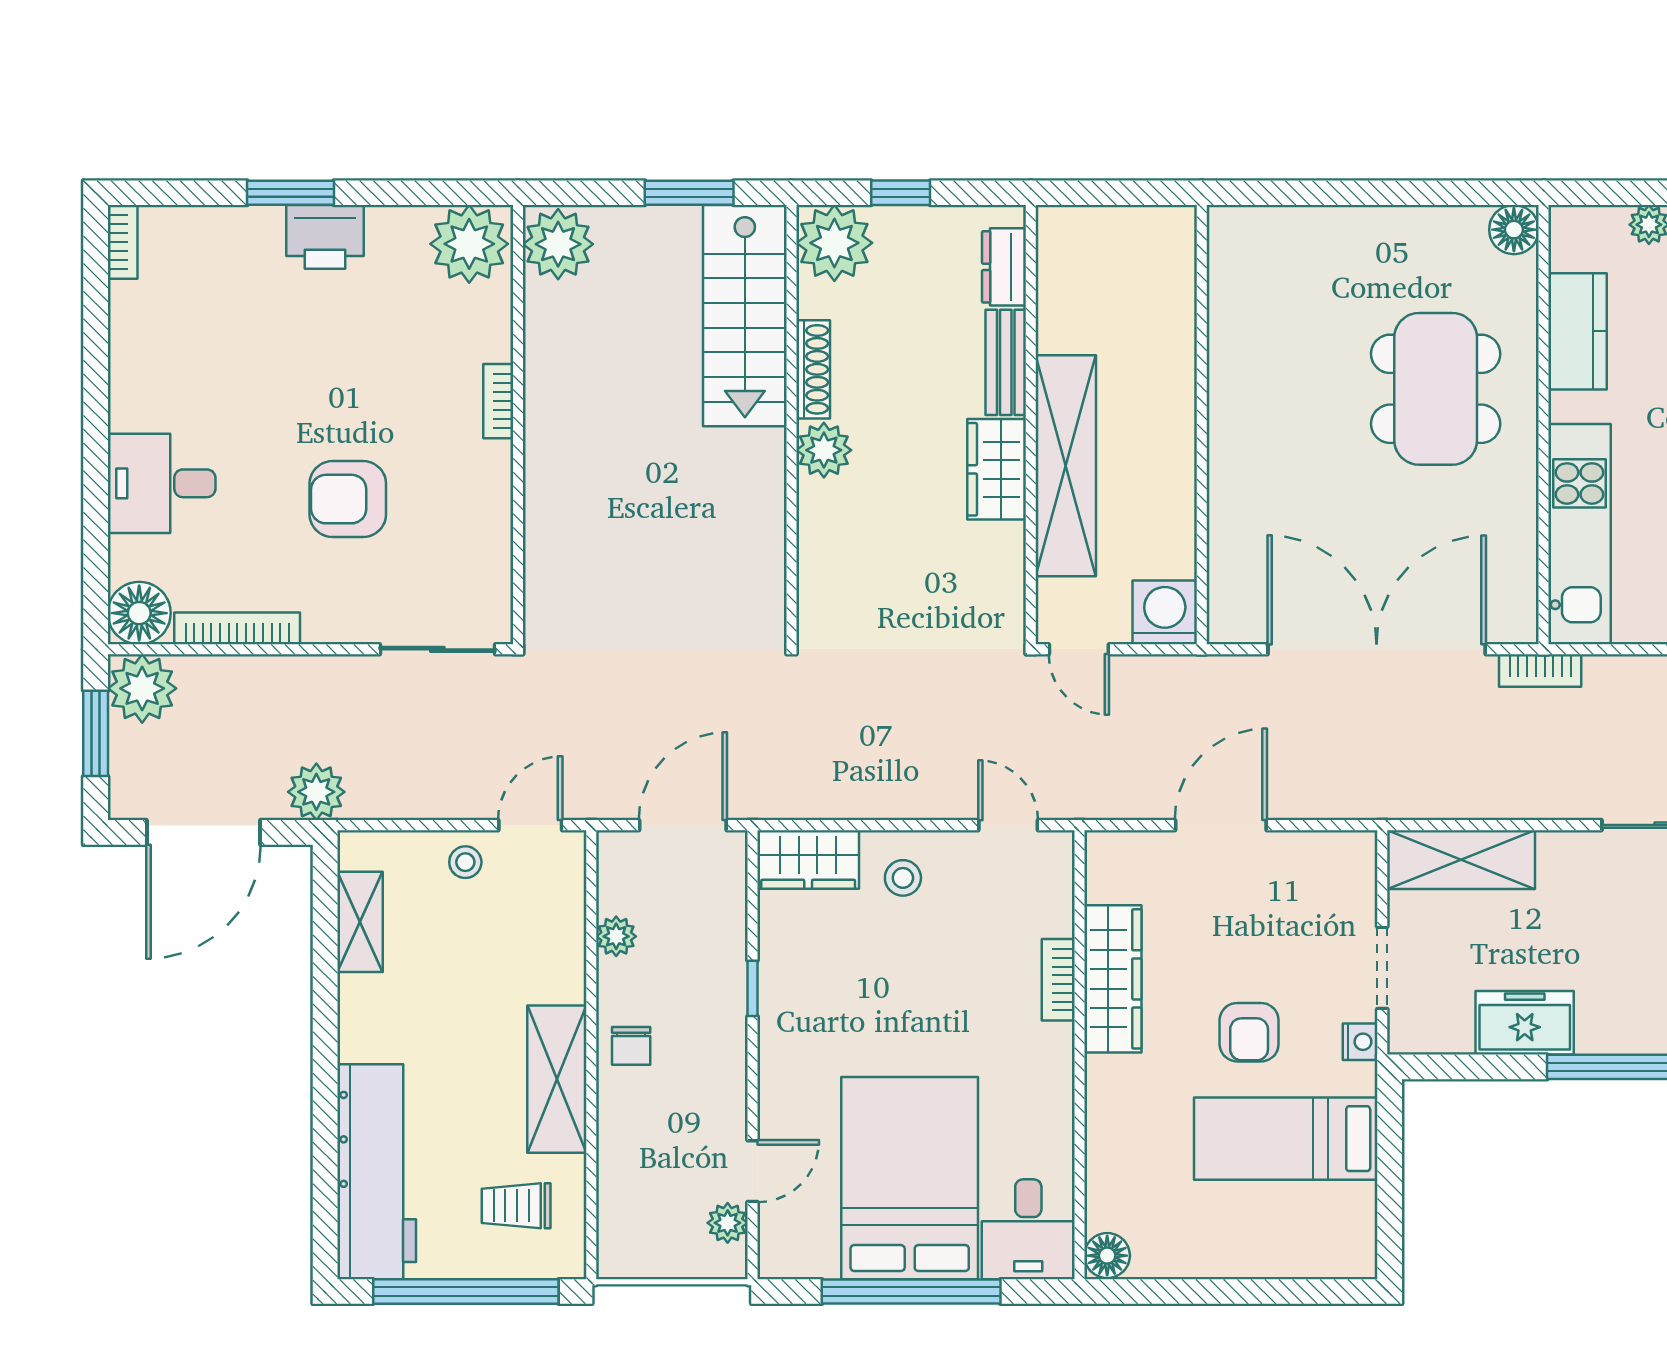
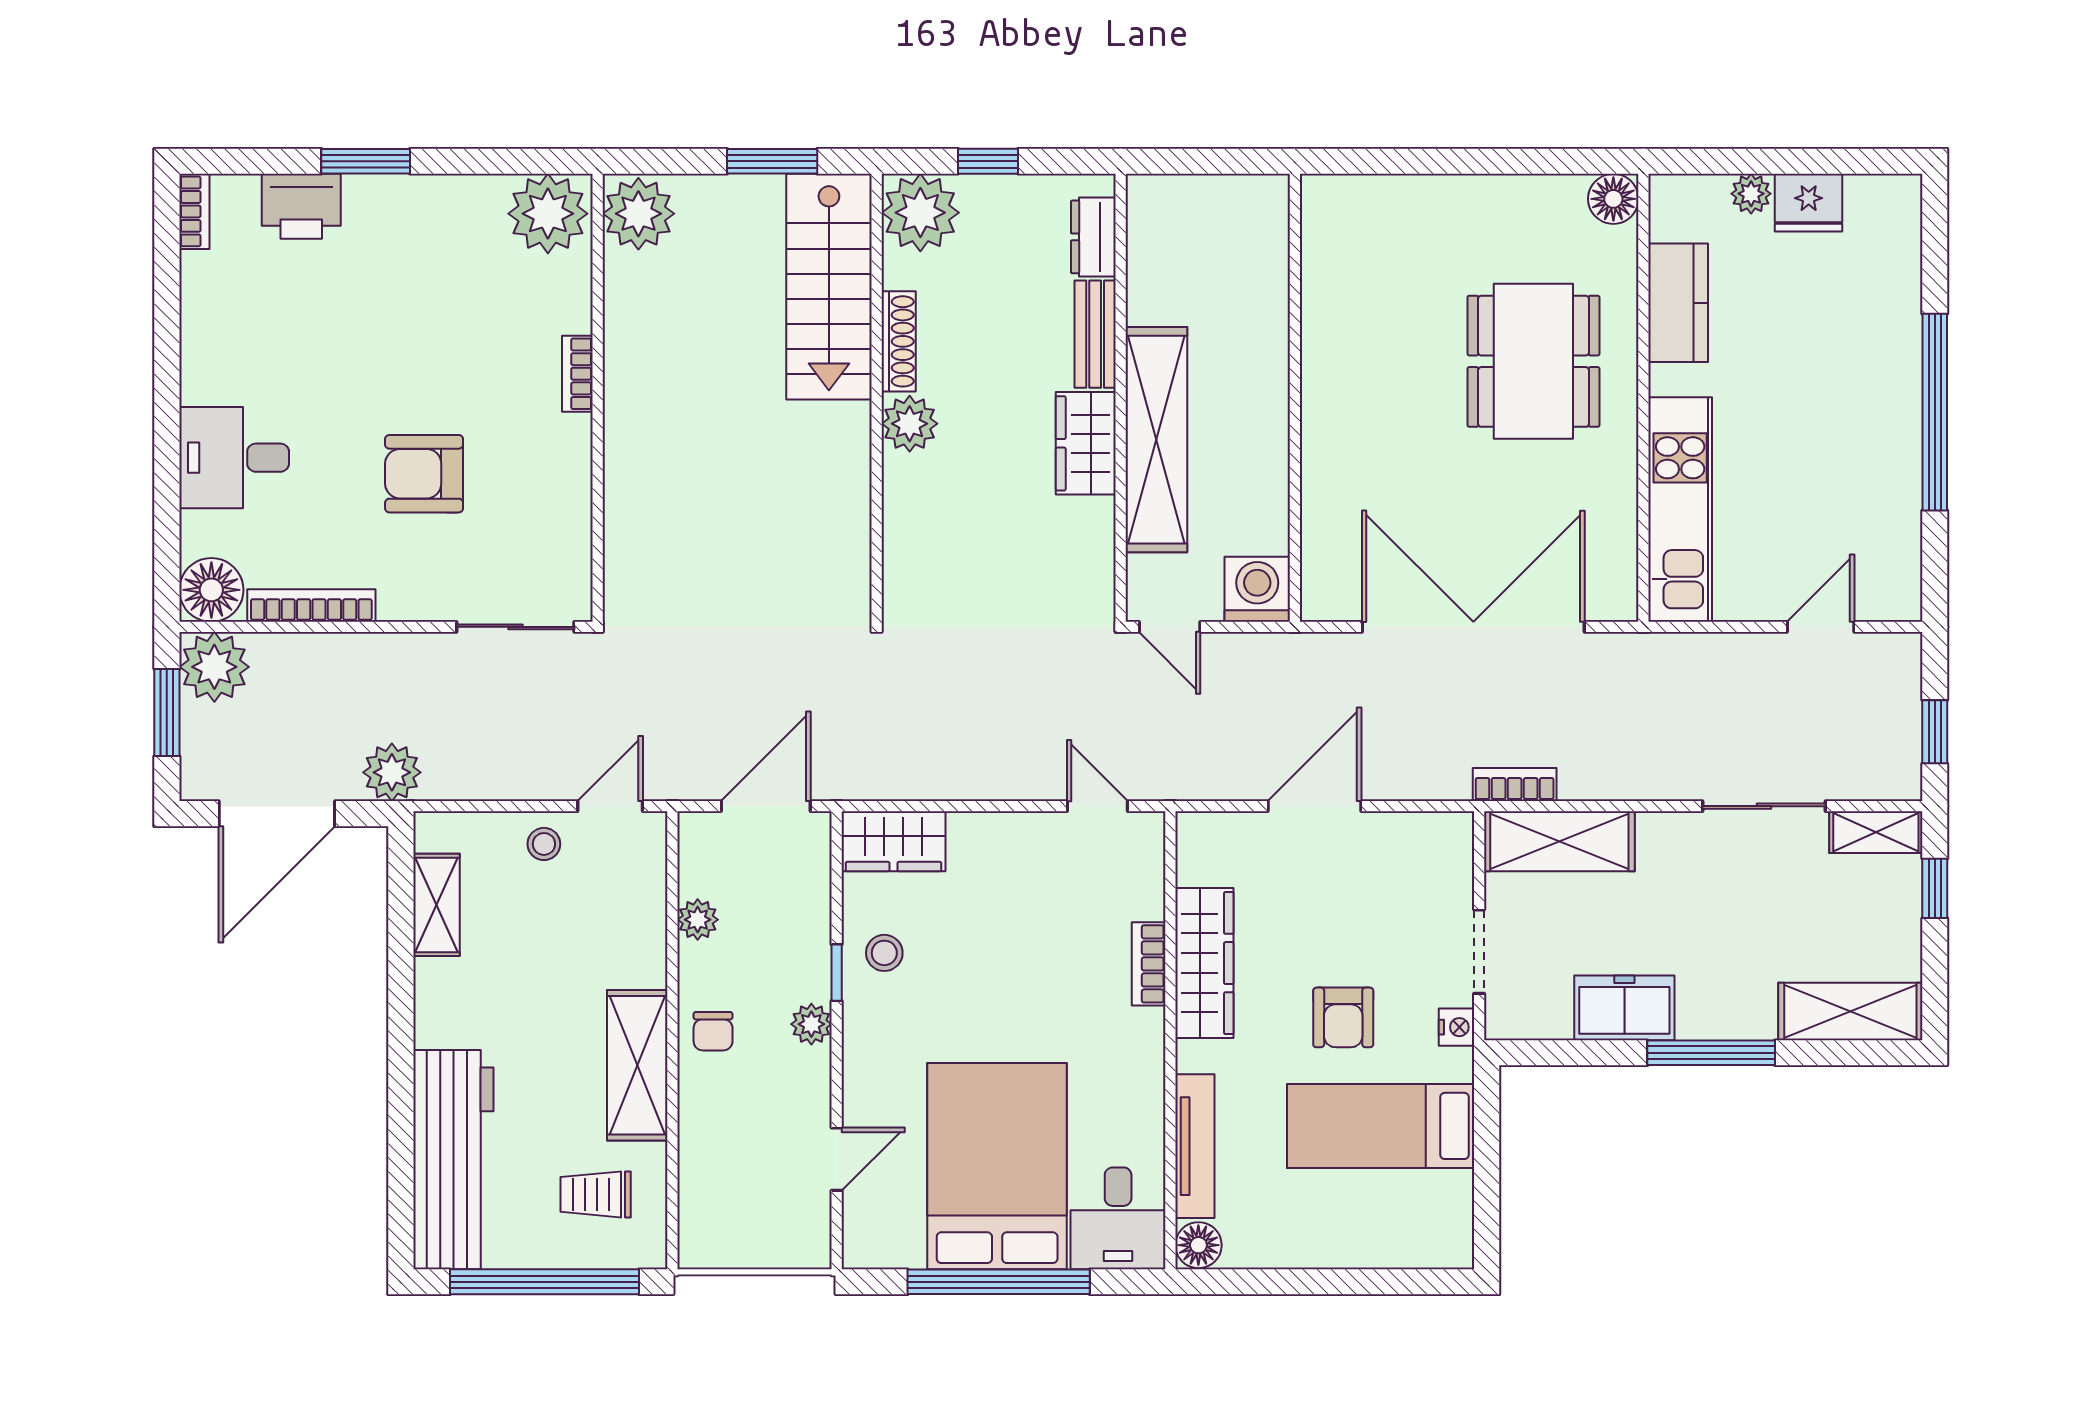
printer: (325, 237) -> (301, 206), moved
bookcase: (1540, 671) -> (1515, 785), moved, turned 180
stool: (903, 878) -> (884, 953), moved
tv unit: (1104, 1158) -> (1195, 1146), added
plant: (728, 1223) -> (811, 1024), moved

